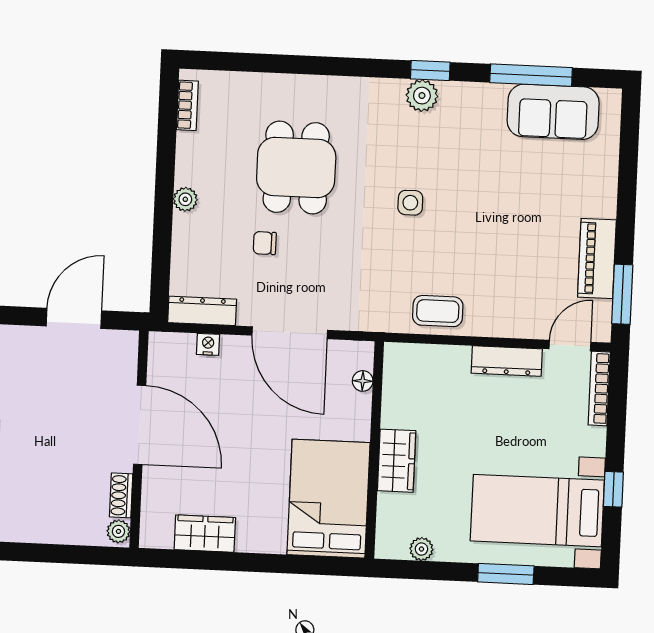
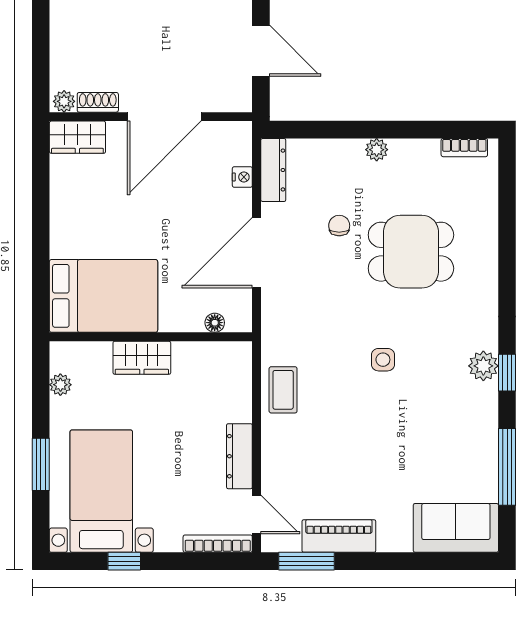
sofa: (553, 112) -> (456, 528), moved, turned 90
wardrobe: (205, 534) -> (77, 137), moved, turned 90

